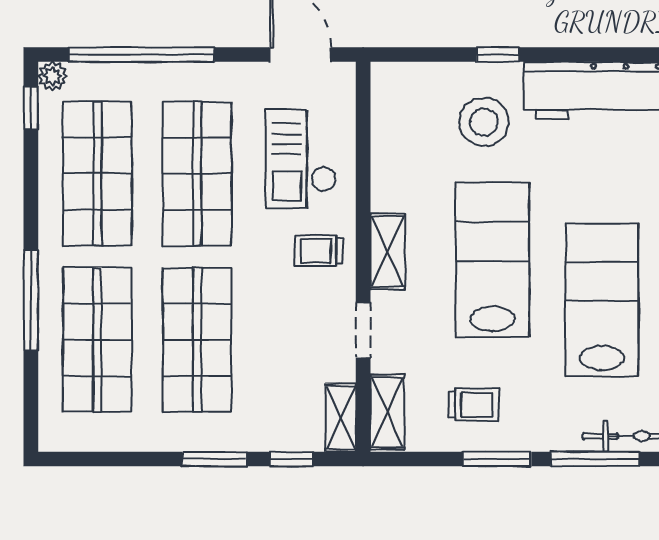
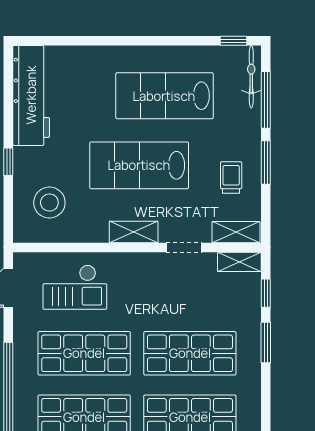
stool: (484, 122) -> (49, 203), moved
trolley: (319, 251) -> (133, 276), removed

